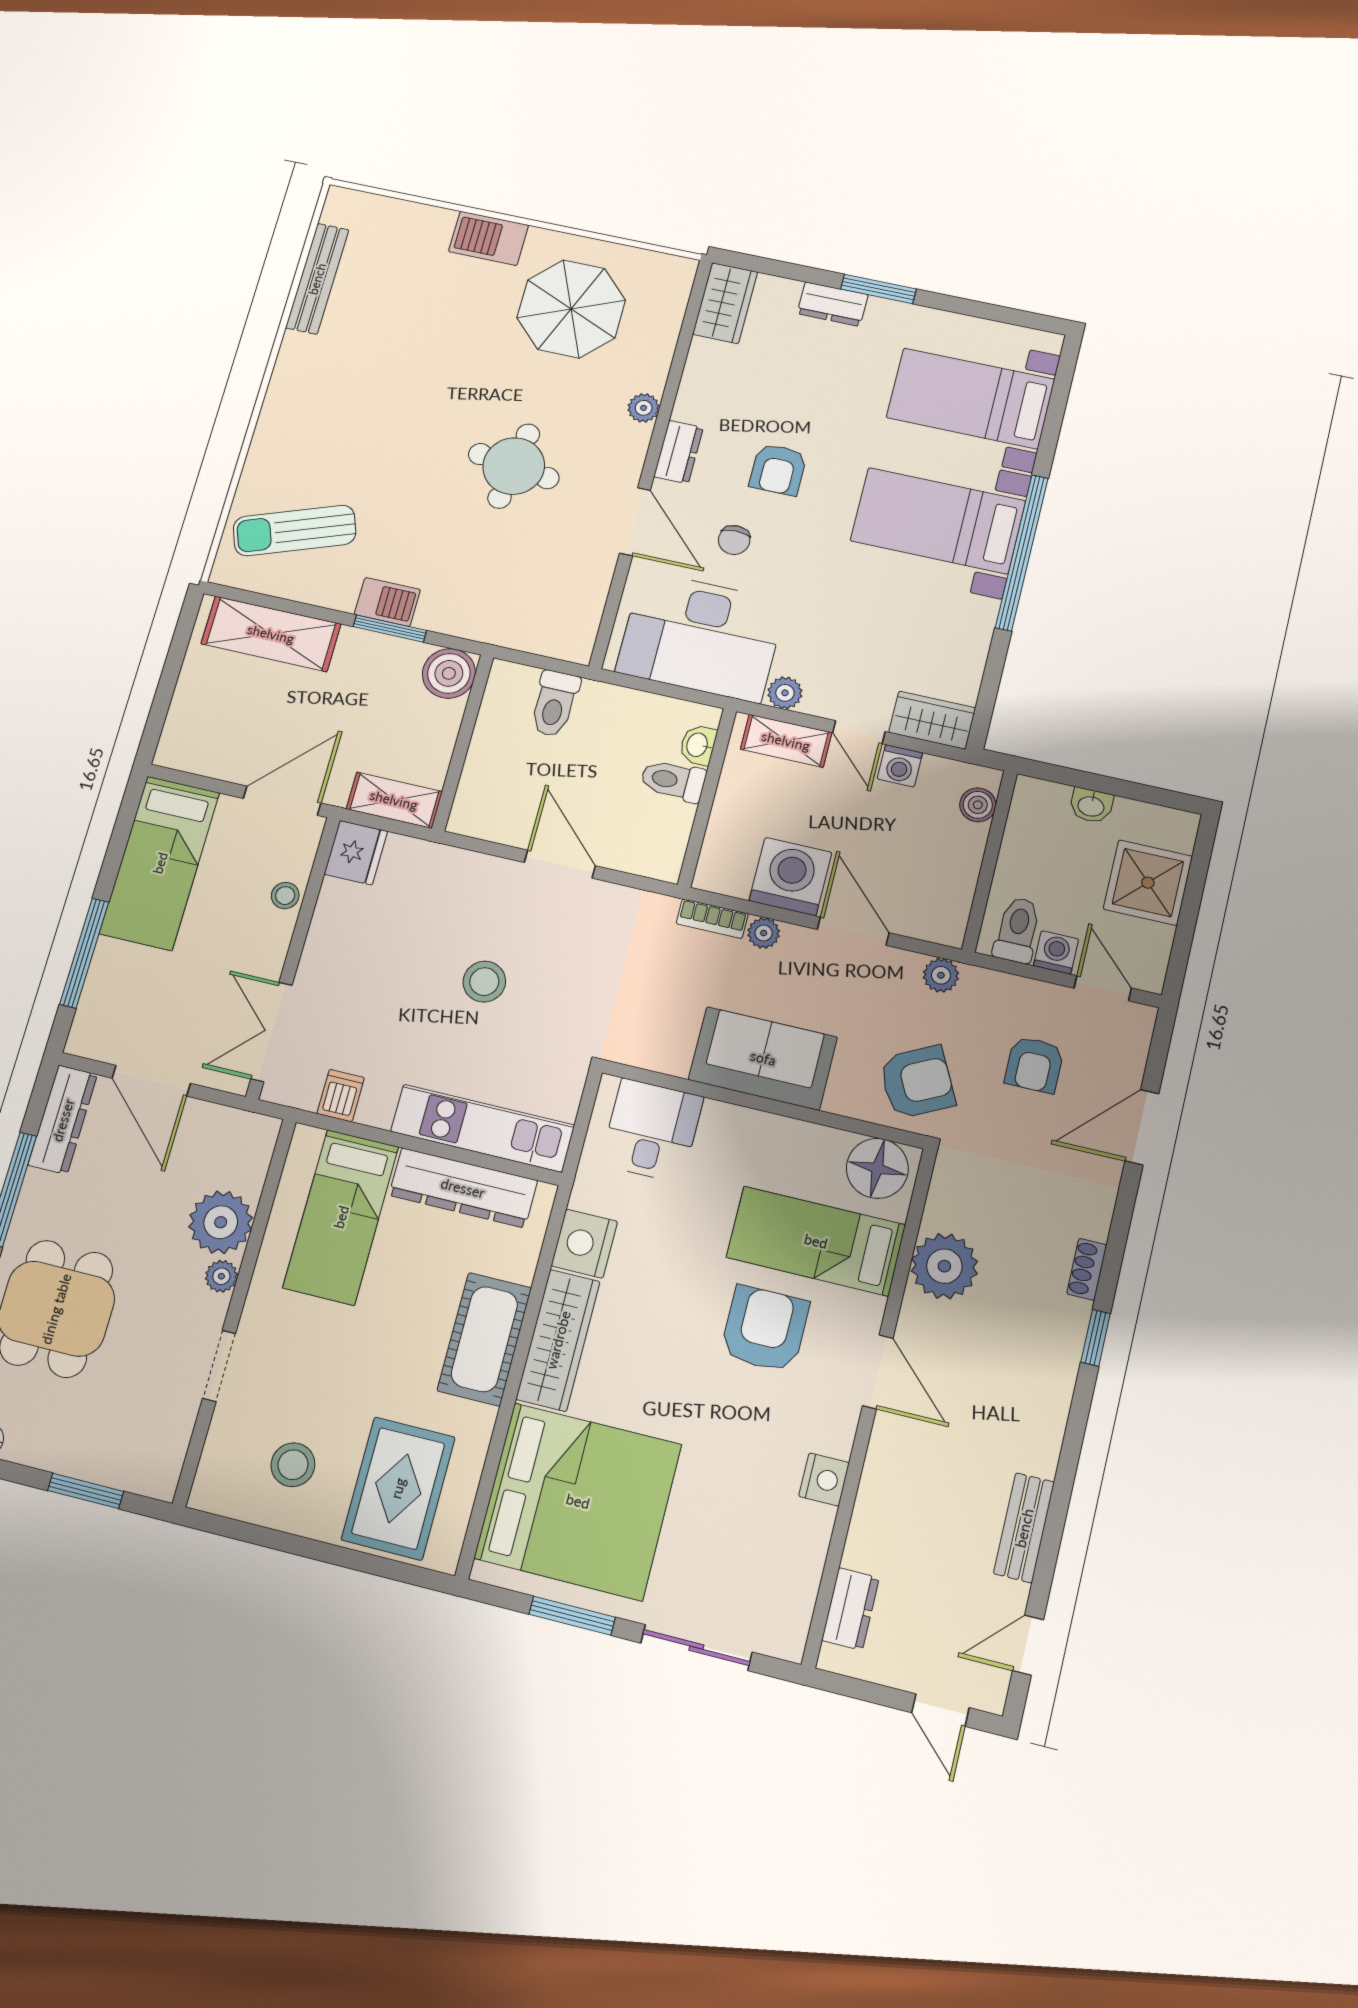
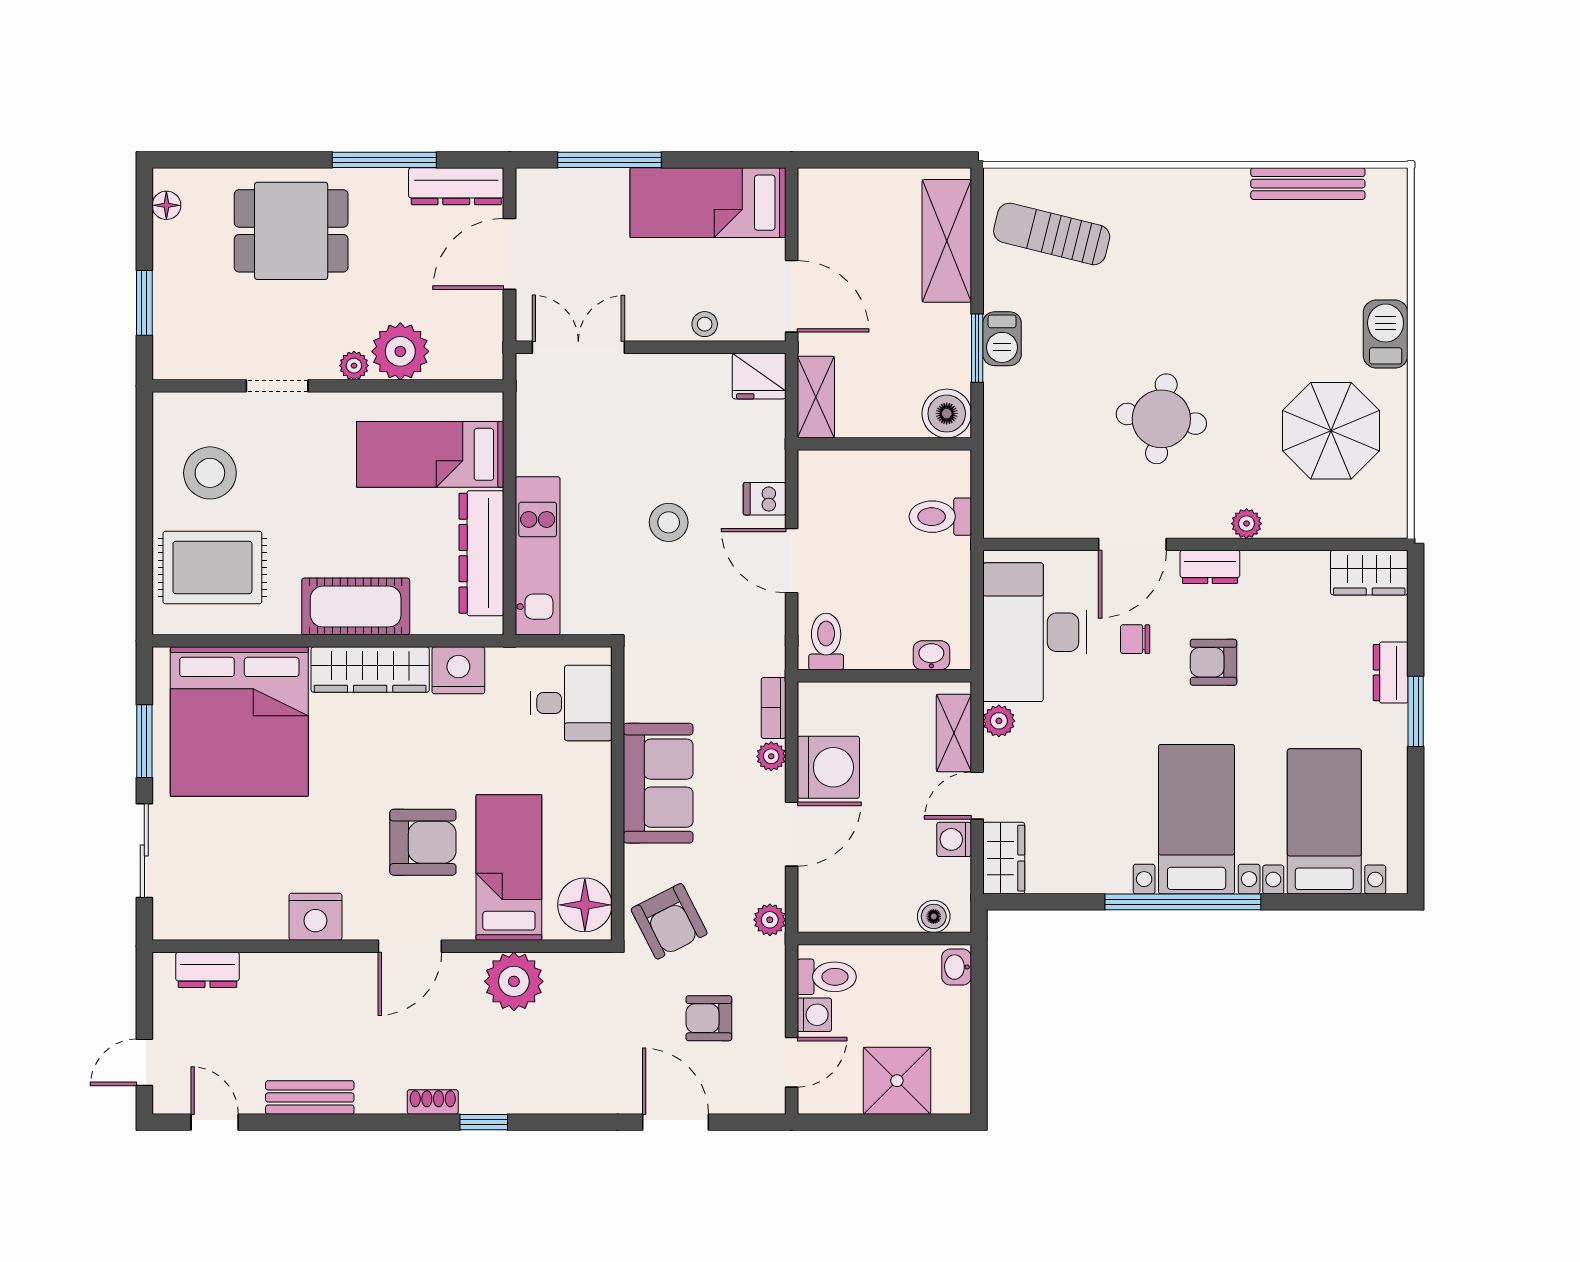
sun lounger: (295, 530) -> (1052, 234), turned -56
toilet: (673, 781) -> (826, 641), moved
washbasin: (1091, 806) -> (957, 967), moved
door: (560, 864) -> (792, 561), swing flipped
dishwasher: (341, 1096) -> (765, 499), moved, turned 180
shoe rack: (1087, 1269) -> (433, 1102), moved
stool: (293, 1465) -> (210, 473), width x1.38, depth x1.38
nightstand: (824, 1480) -> (315, 917), width x1.36, depth x1.33

